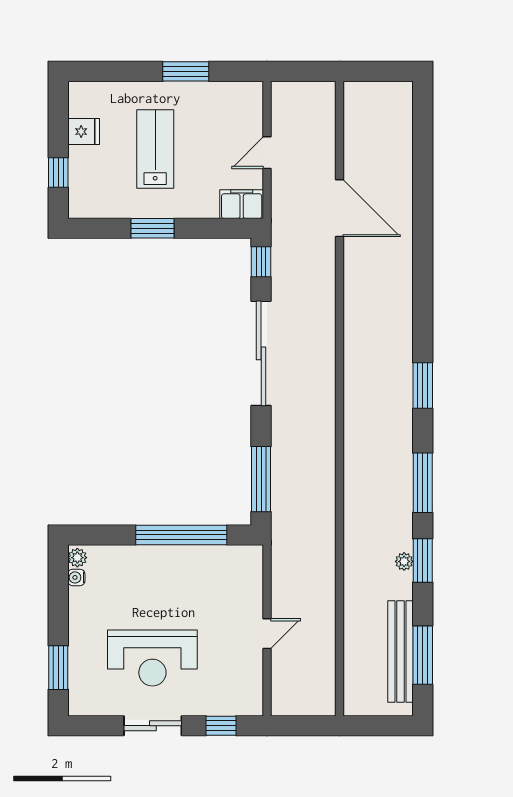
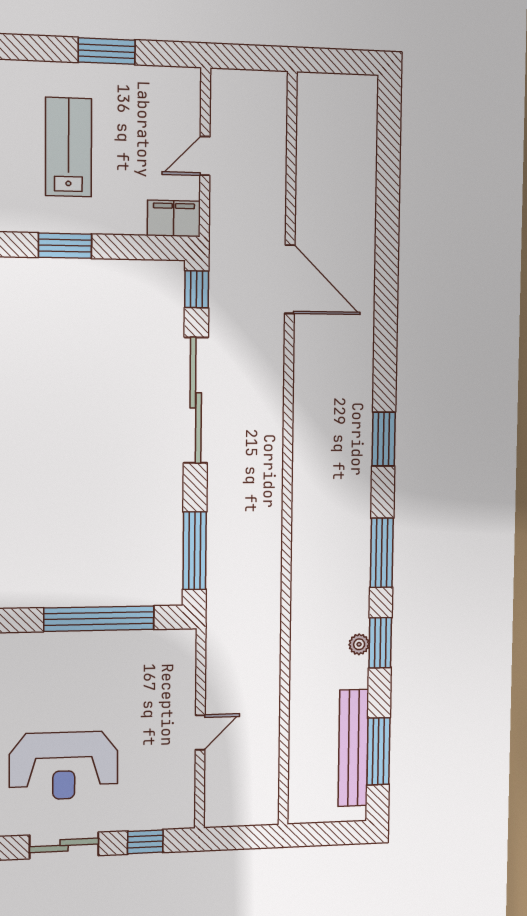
door: (340, 208) -> (290, 279), moved

